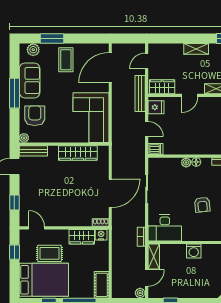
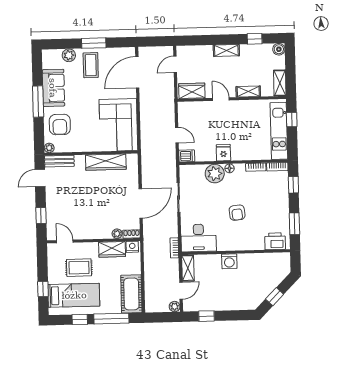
window: (52, 39) -> (94, 43), moved
plant: (33, 50) -> (69, 55), moved
bench: (140, 93) -> (169, 98), removed
door: (190, 95) -> (221, 99), swing flipped
fridge: (156, 107) -> (223, 153), moved, turned -90
armchair: (35, 116) -> (60, 124), turned 180
plant: (186, 162) -> (215, 174), width x1.87, depth x1.87
plant: (87, 222) -> (117, 234), added
window: (14, 252) -> (43, 289), moved
bed: (44, 280) -> (74, 295), width x0.67
cot: (102, 285) -> (131, 294), width x1.37, depth x1.34

